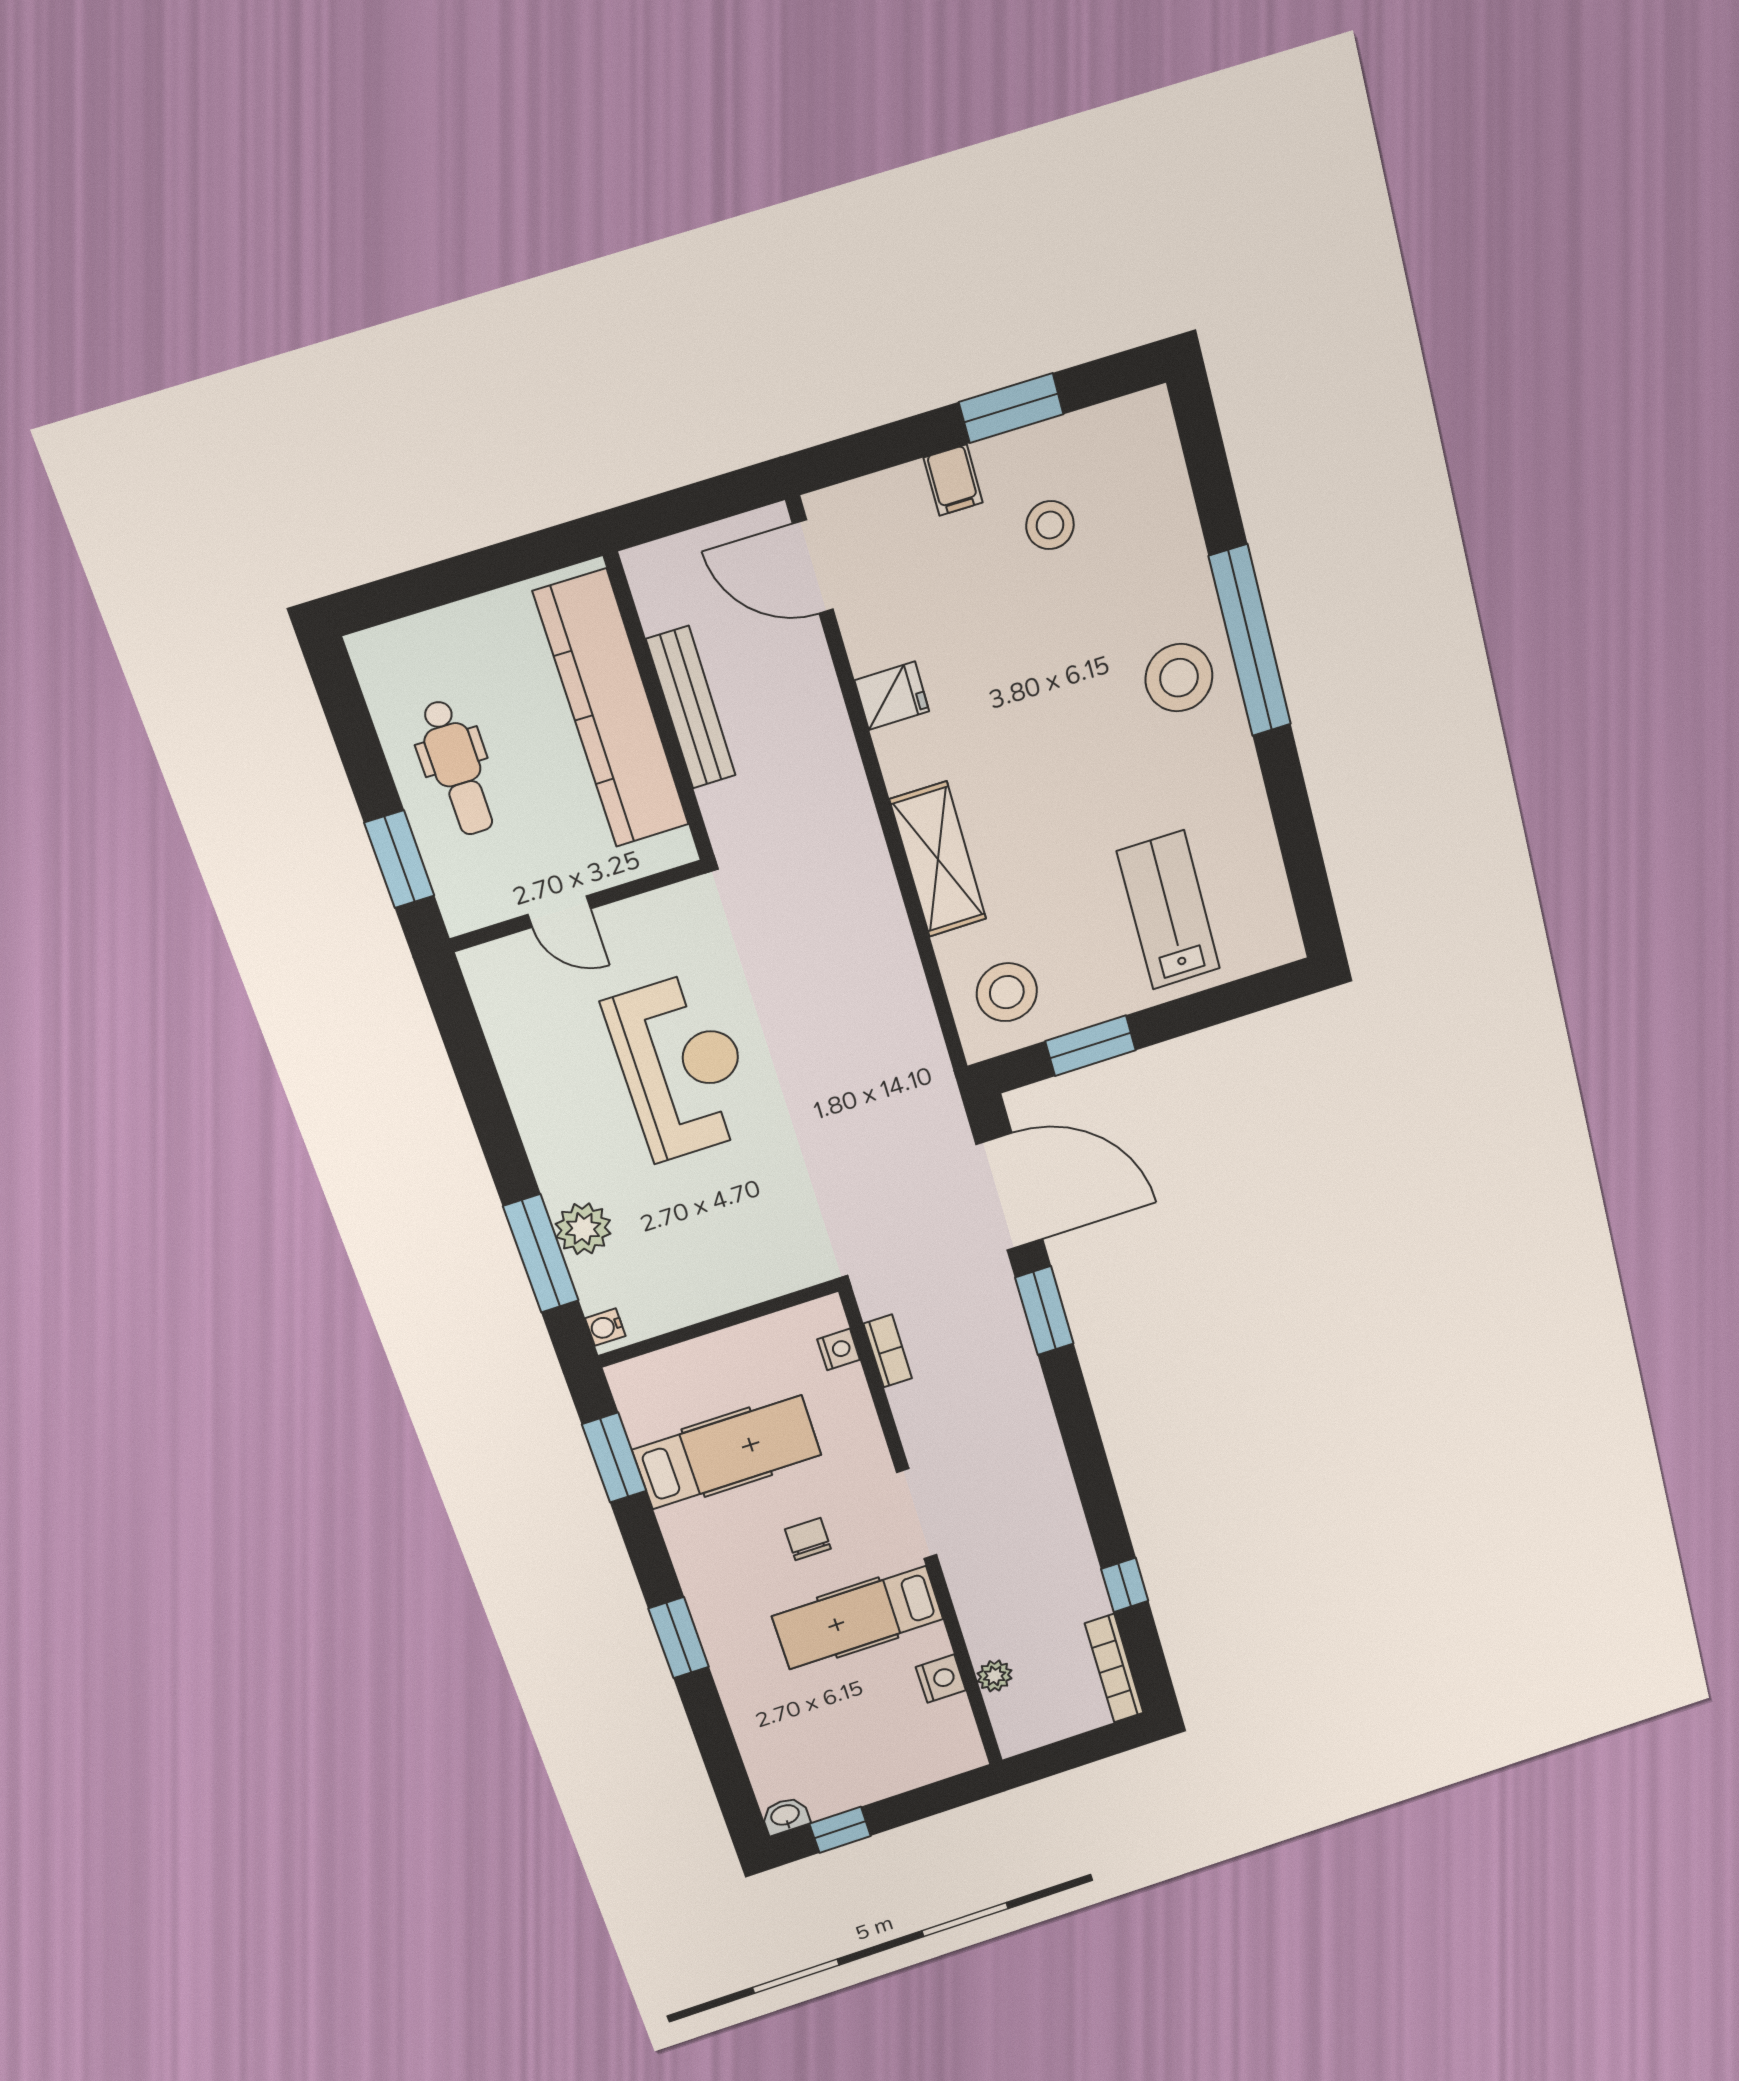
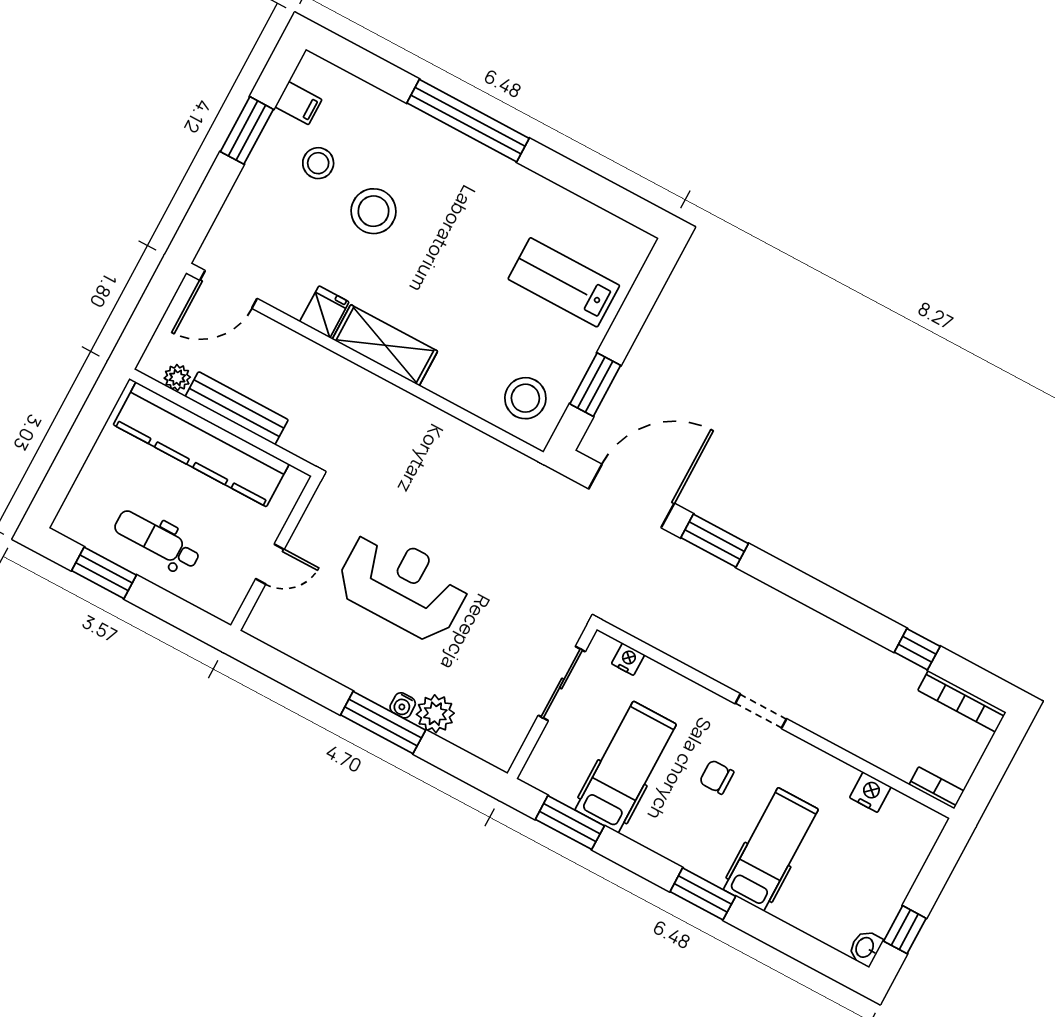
filing cabinet: (953, 480) -> (298, 103), moved
stool: (1179, 678) -> (374, 211), moved
dental chair: (457, 768) -> (157, 540), turned 180
window: (399, 859) -> (104, 573), moved
shelving: (938, 859) -> (385, 345), moved
window: (541, 1254) -> (383, 722), moved
sliding door: (747, 1314) -> (562, 683), added
water cooler: (605, 1327) -> (403, 705), moved
bookcase: (888, 1351) -> (936, 788), moved
doorway: (917, 1514) -> (761, 711), width x0.73
hospital bed: (858, 1618) -> (771, 849), moved, turned 180
plant: (995, 1676) -> (177, 378), moved

